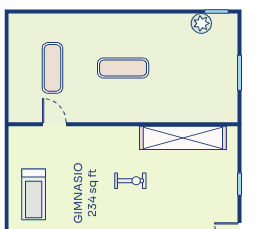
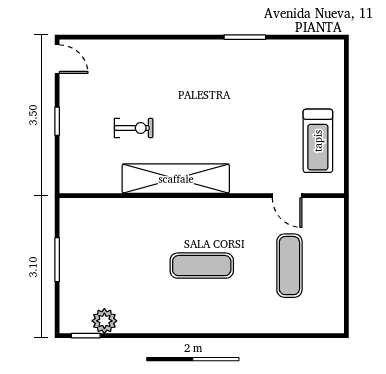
shelving: (183, 138) -> (176, 179), moved
exercise bike: (130, 181) -> (134, 128), moved, turned 180
treadmill: (34, 194) -> (318, 141), moved, turned 180

